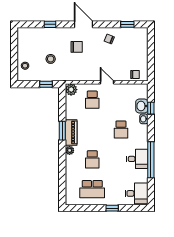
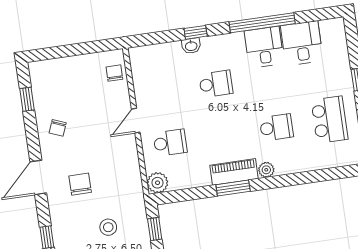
washbasin: (142, 106) -> (169, 53), removed
window: (151, 108) -> (196, 32), moved
desk: (137, 193) -> (302, 43), moved

